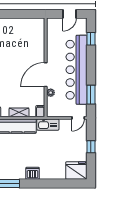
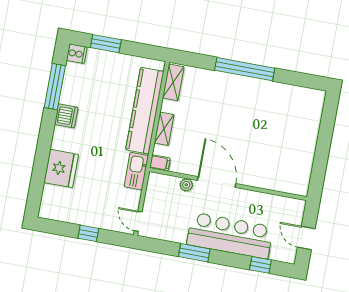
bar counter: (77, 70) -> (230, 236), width x0.73
window: (91, 95) -> (194, 253), moved
fridge: (76, 171) -> (61, 168), moved
dishwasher: (33, 173) -> (66, 116), moved

